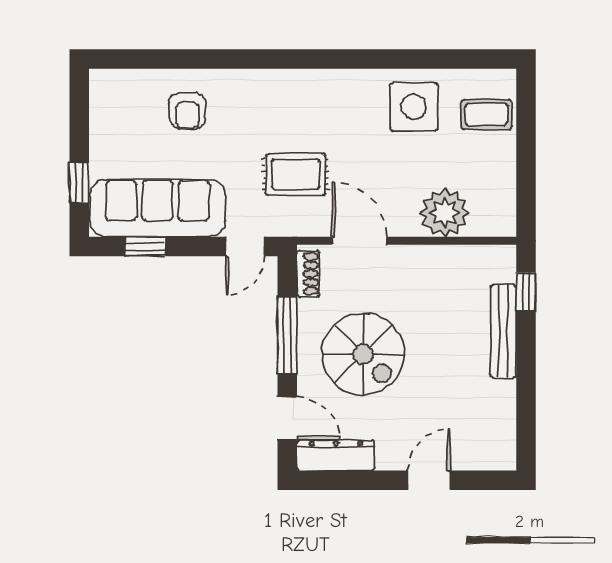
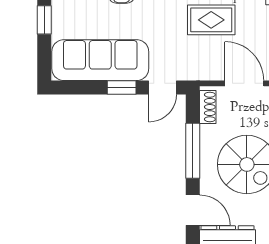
rug: (296, 174) -> (211, 20), moved
window: (79, 183) -> (44, 20), moved
window: (145, 247) -> (122, 88), moved

